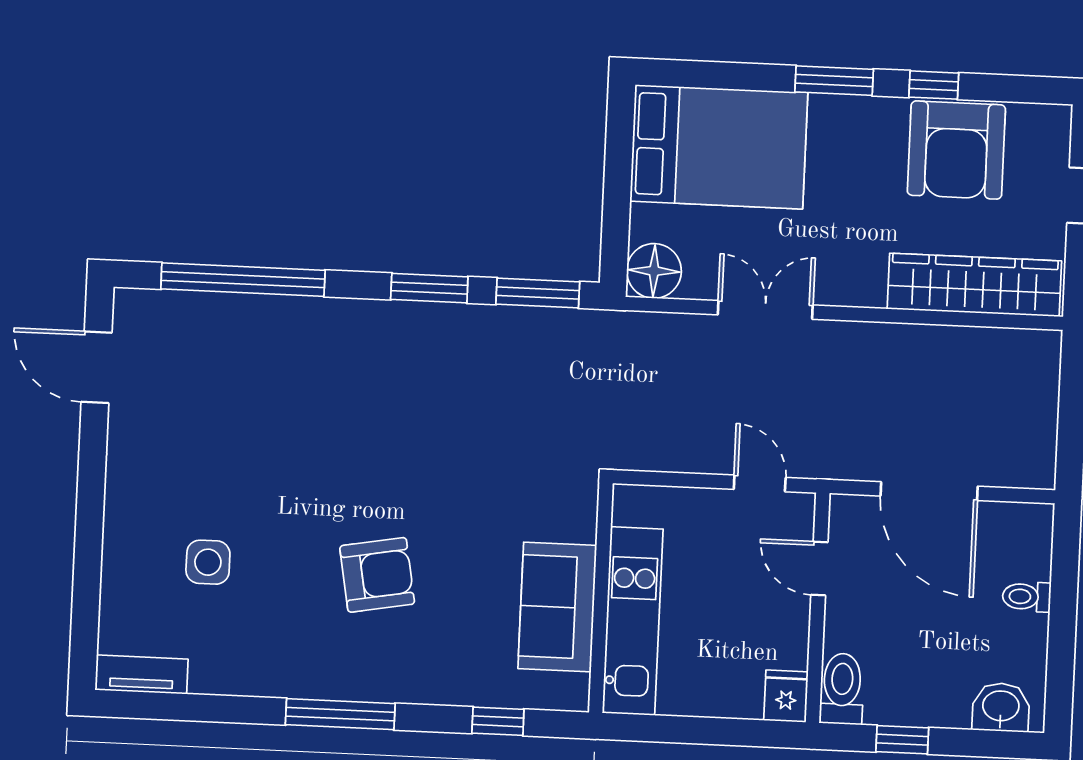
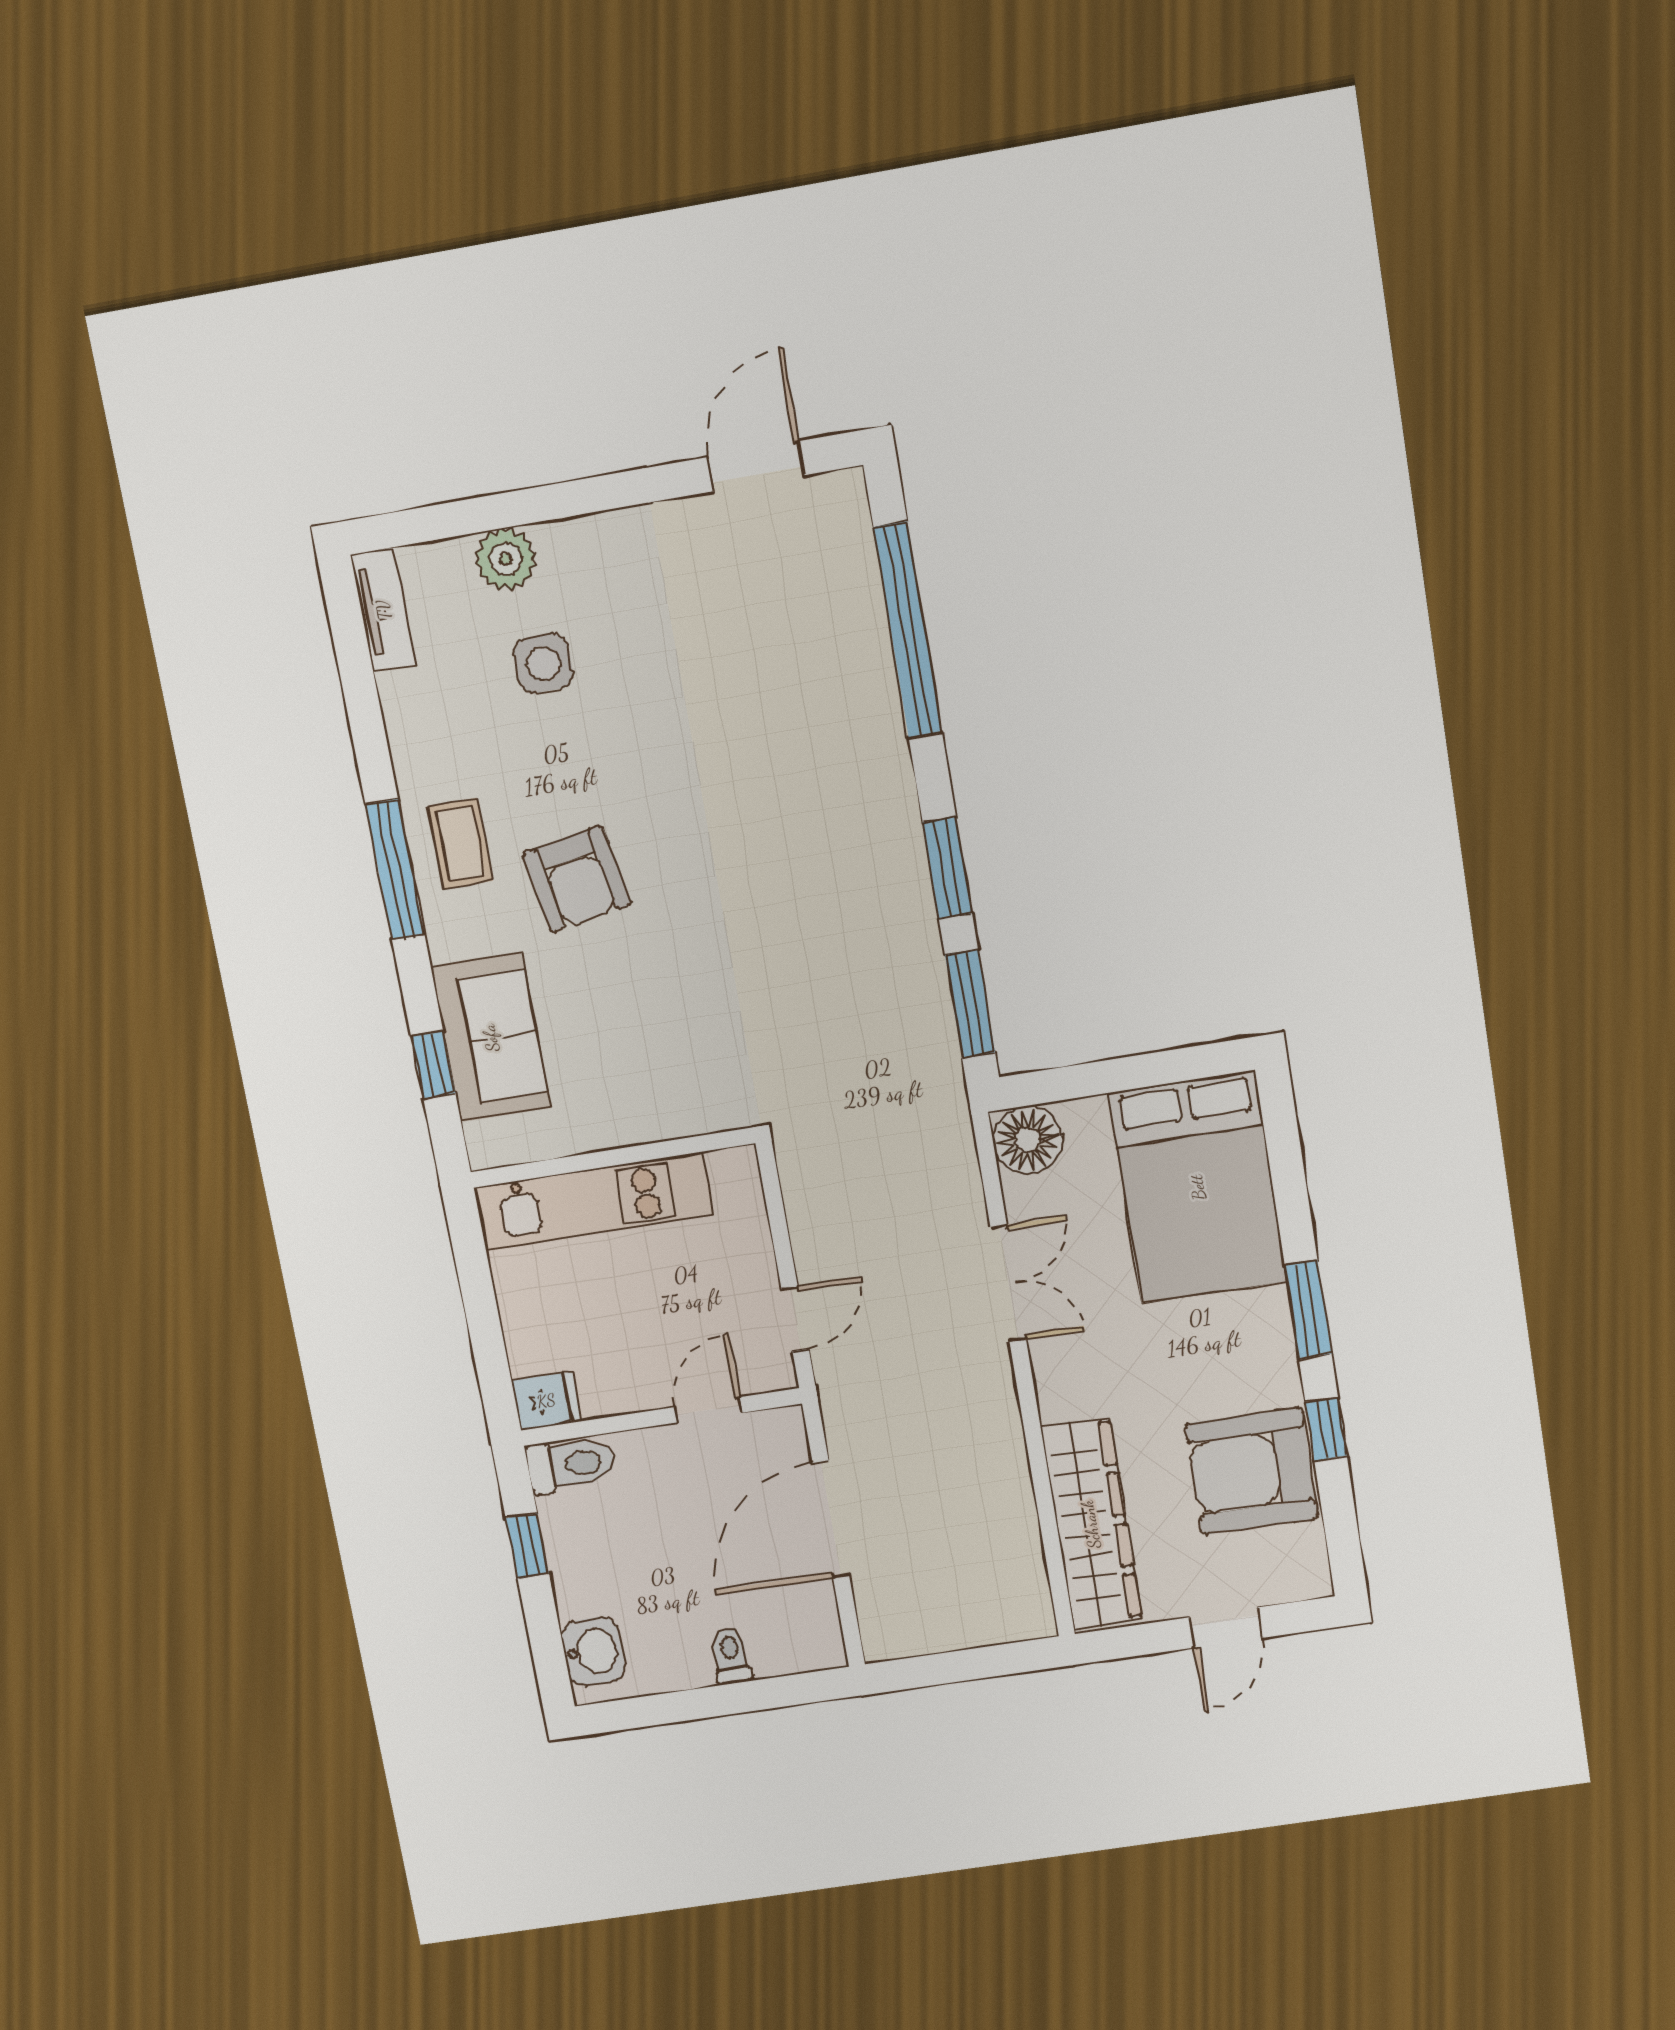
plant: (124, 572) -> (506, 559), added
sofa: (557, 607) -> (491, 1038), moved, turned 90
coffee table: (331, 659) -> (460, 843), added

